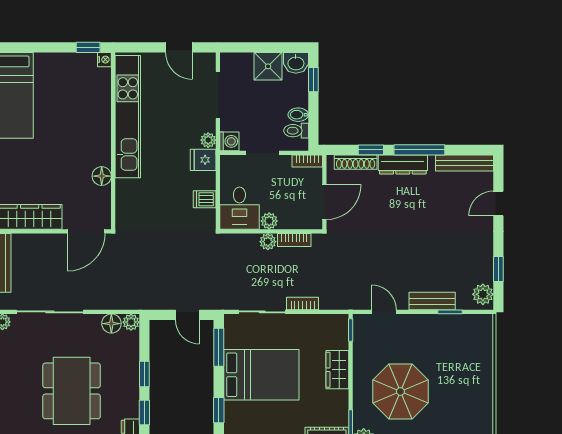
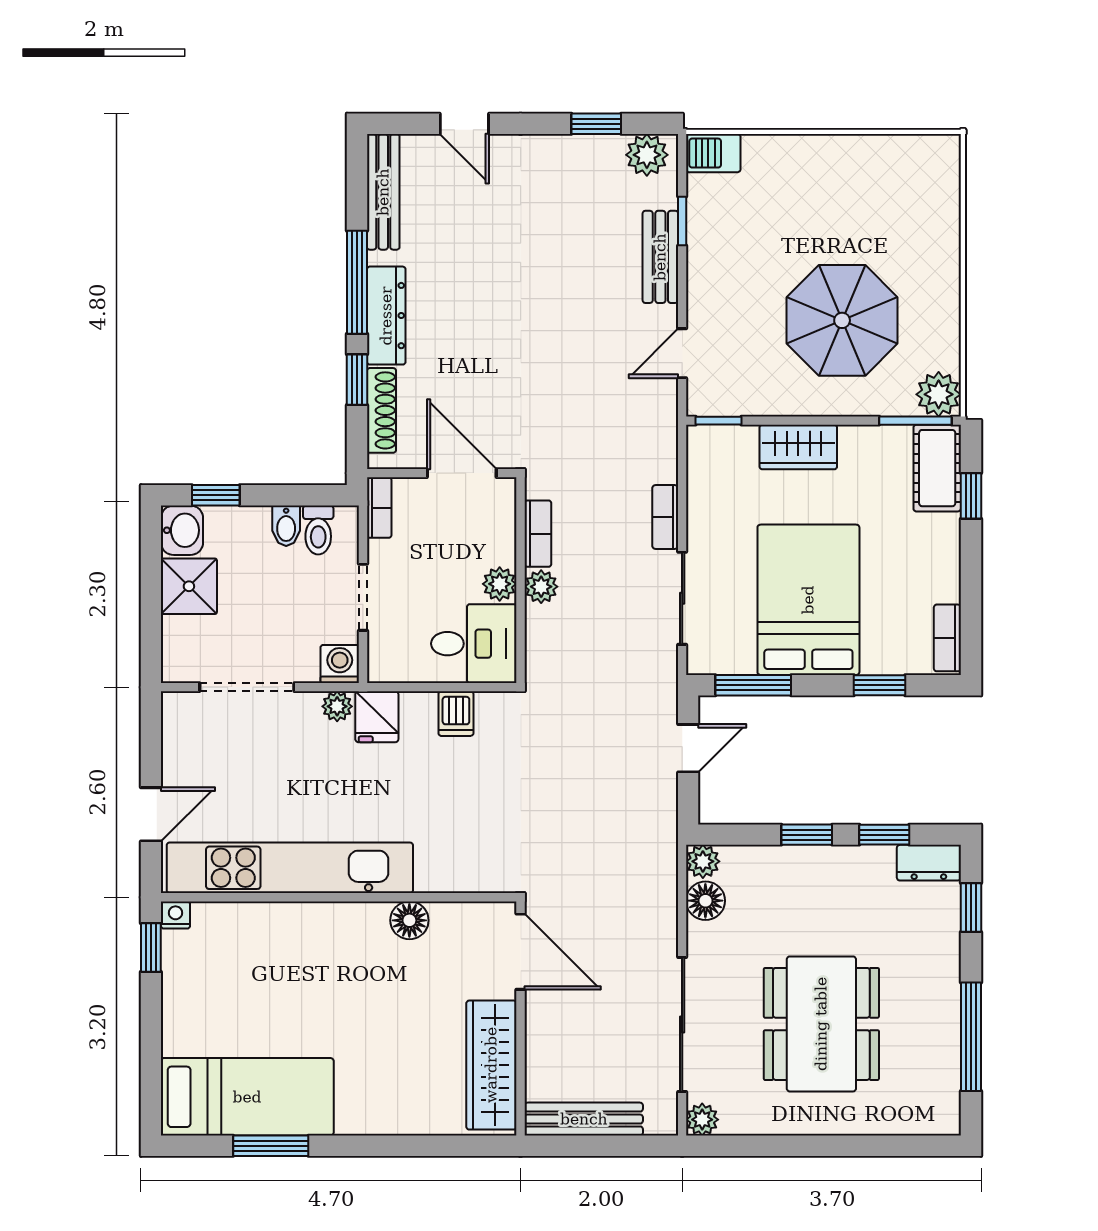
door: (179, 47) -> (151, 814), moved
barbecue: (484, 327) -> (713, 153), added
dining table: (72, 391) -> (821, 1024), moved, turned 90

